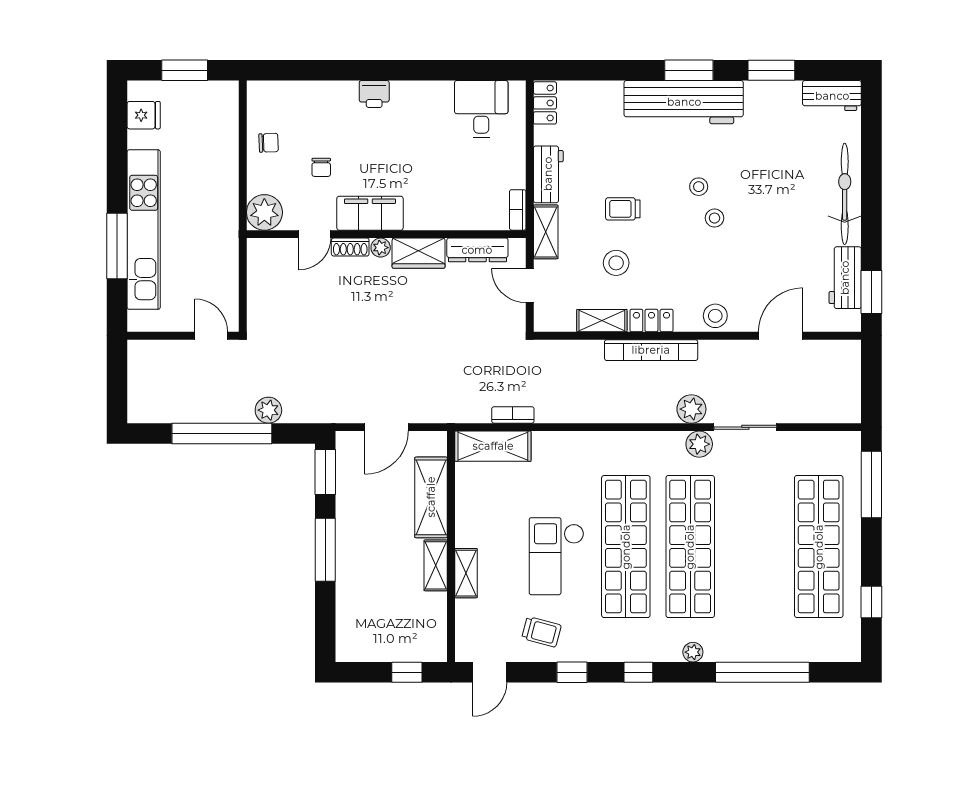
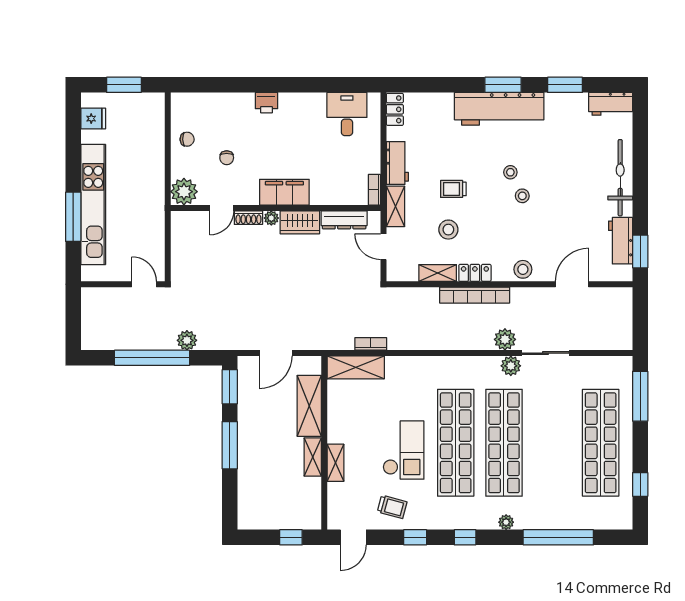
filing cabinet: (370, 213) -> (284, 192), moved
checkout: (556, 556) -> (404, 450), turned 180

